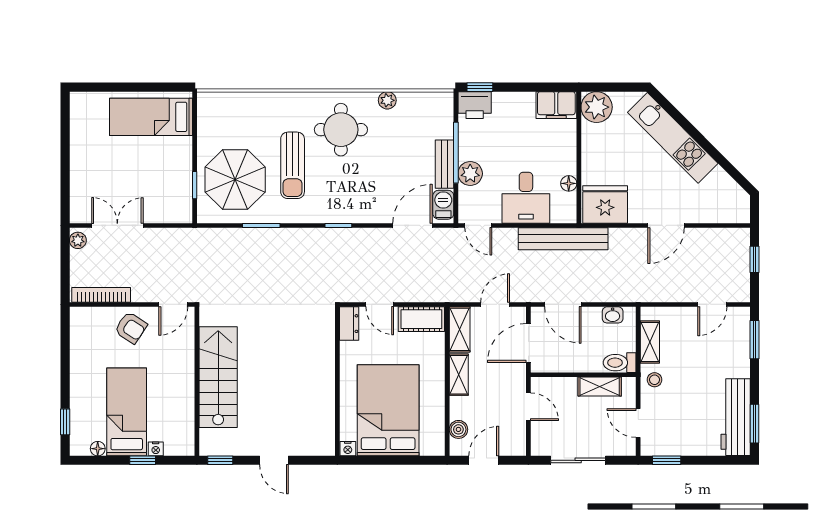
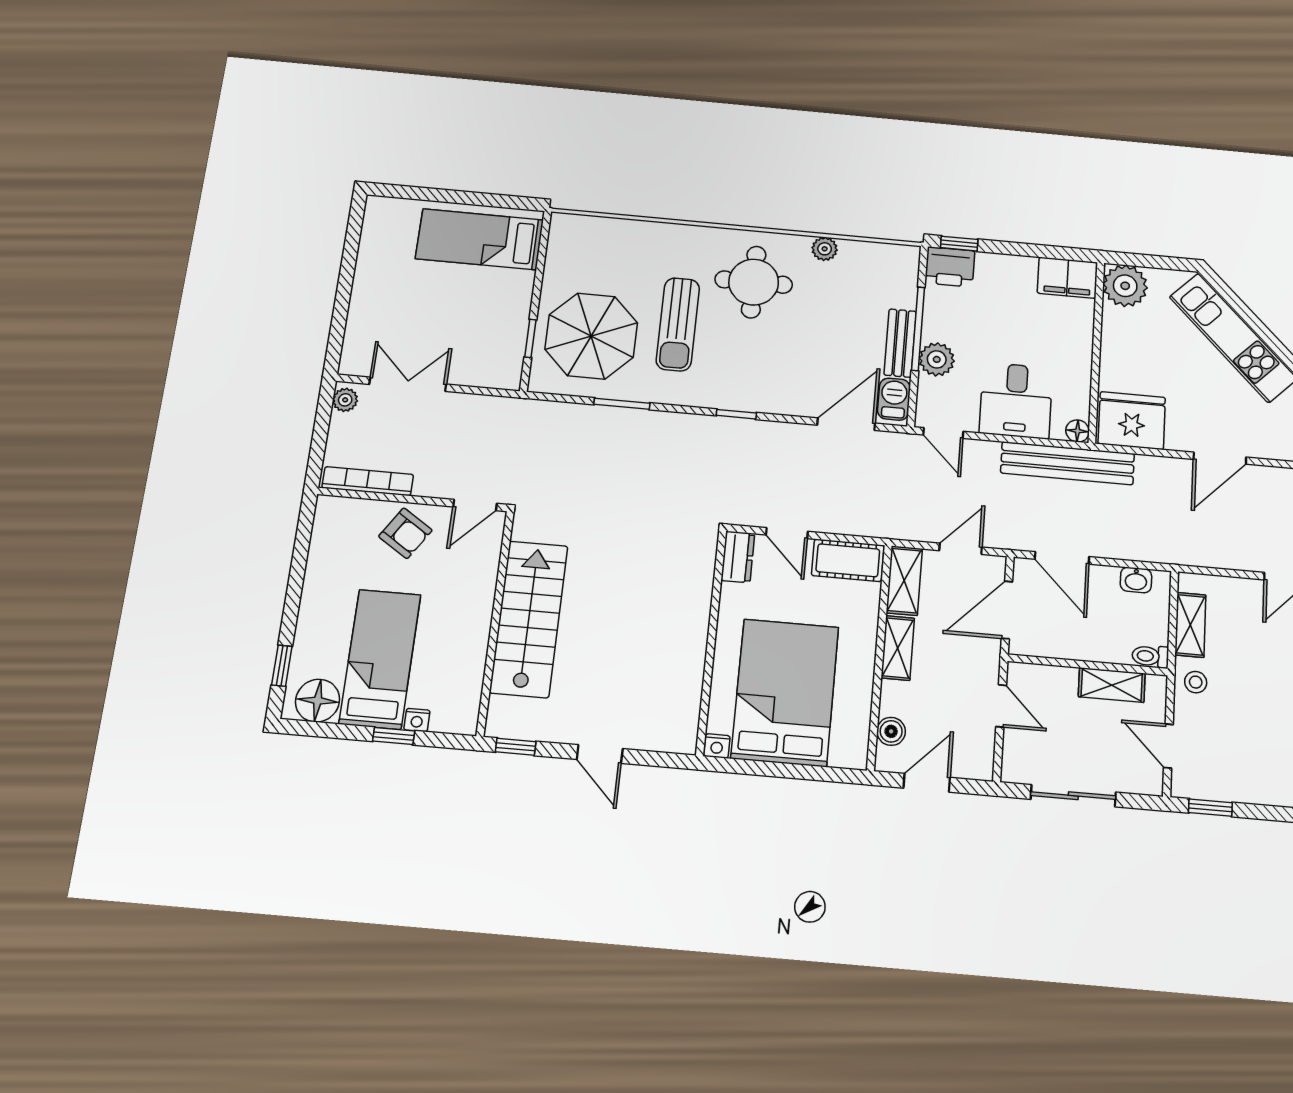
floor lamp: (569, 183) -> (1078, 431), moved
toilet: (620, 363) -> (1150, 656), width x0.73, depth x0.72
floor lamp: (98, 449) -> (318, 701), width x1.89, depth x1.89

